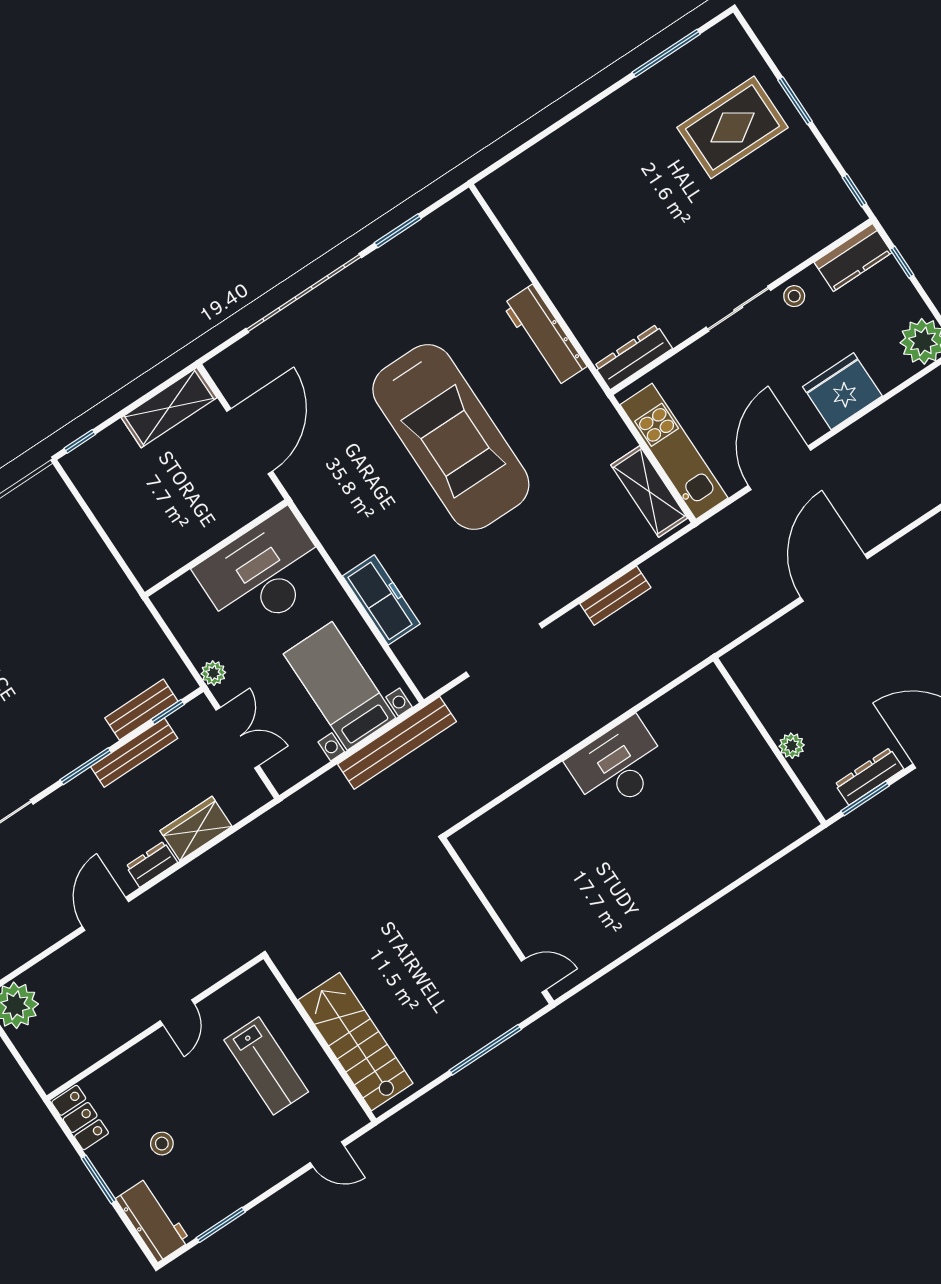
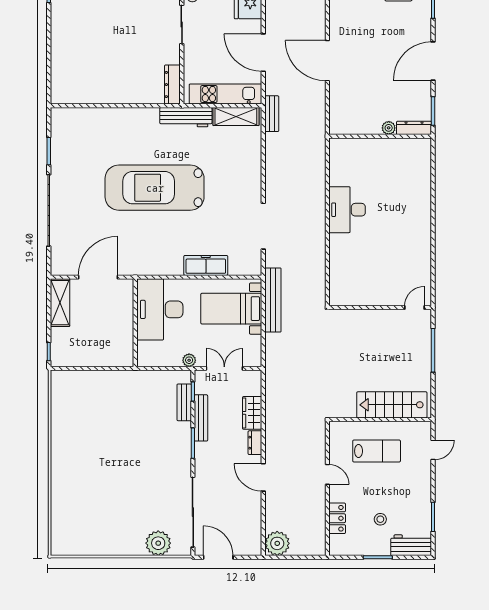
workbench: (544, 335) -> (186, 117), moved
car: (451, 437) -> (155, 188), turned 180
door: (250, 441) -> (98, 277), hinge flipped
bench: (615, 596) -> (272, 114), moved
dresser: (869, 776) -> (414, 128), moved, turned 90
locker: (80, 1118) -> (337, 518), moved, turned 90

